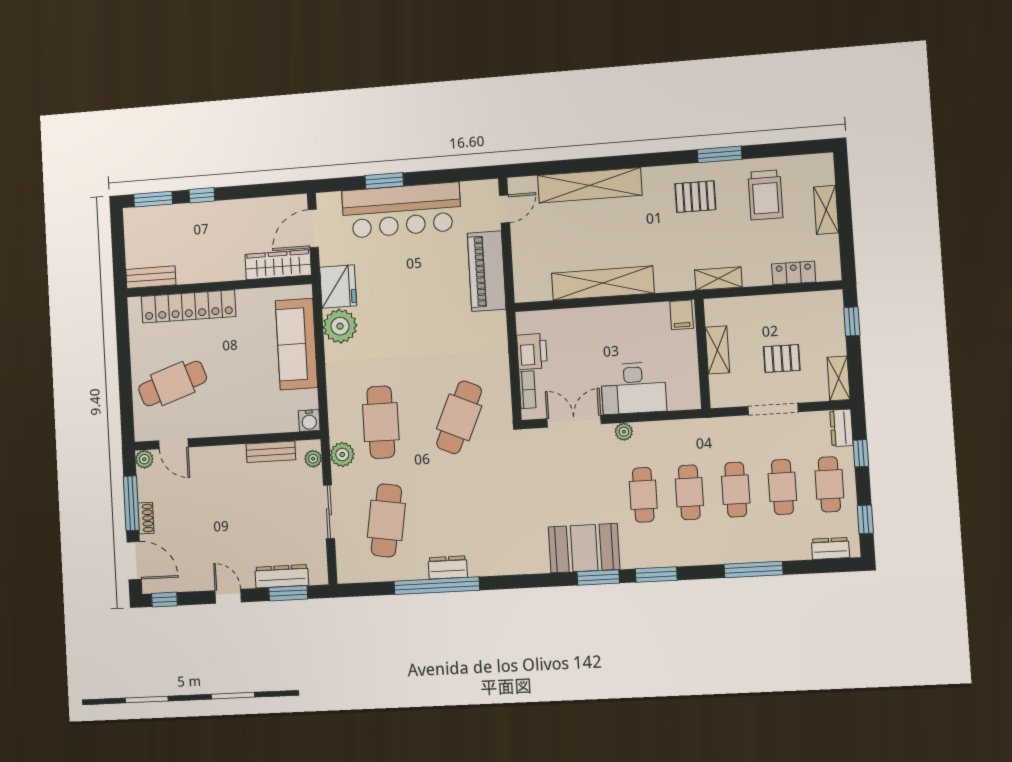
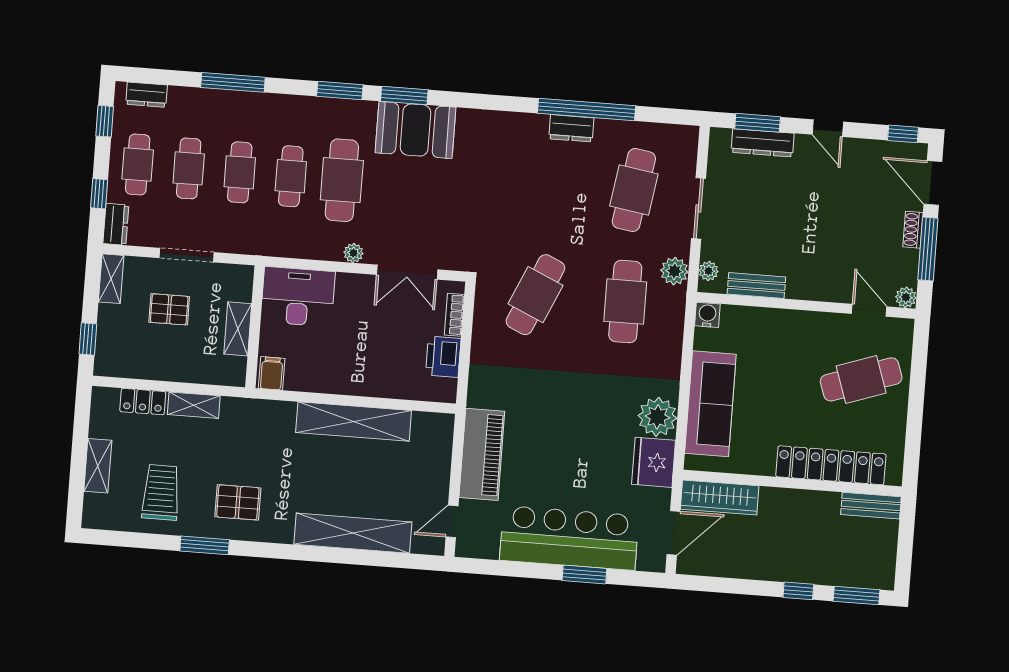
shelving: (718, 279) -> (194, 405), moved
desk: (634, 388) -> (298, 297), moved
cafe table: (643, 495) -> (342, 180), width x1.37, depth x1.35

